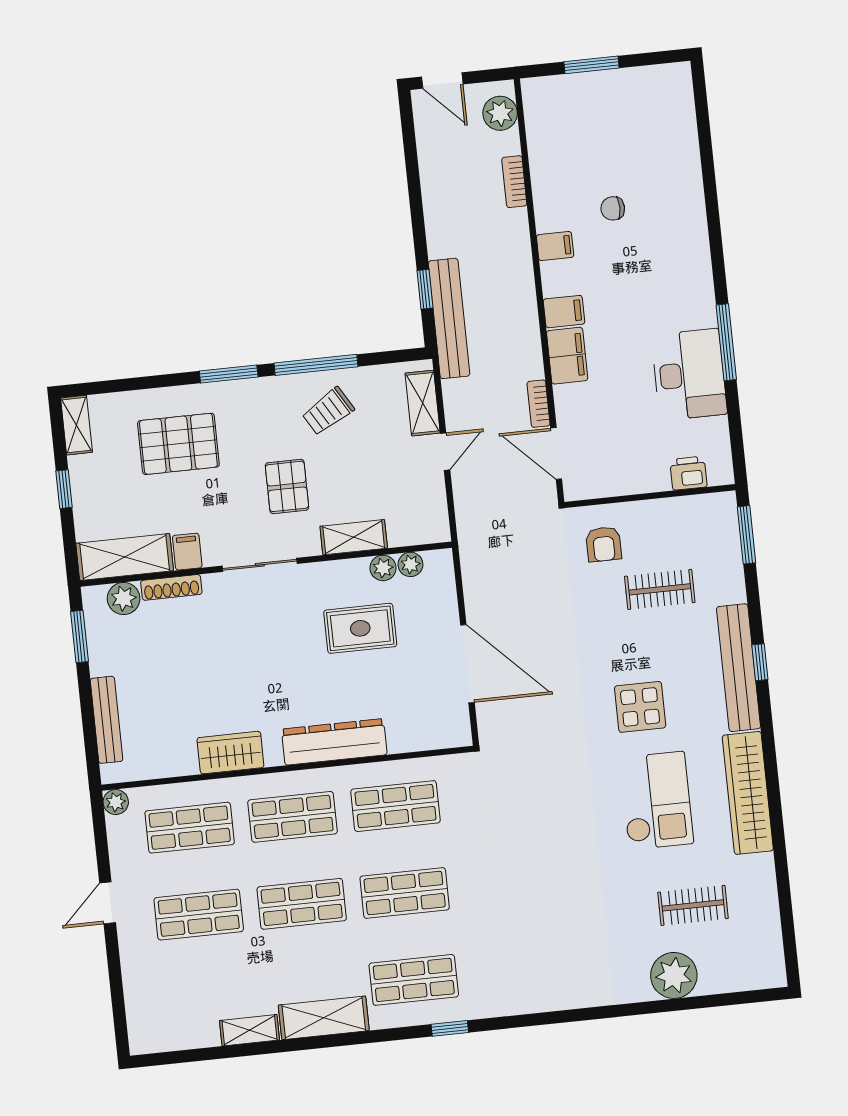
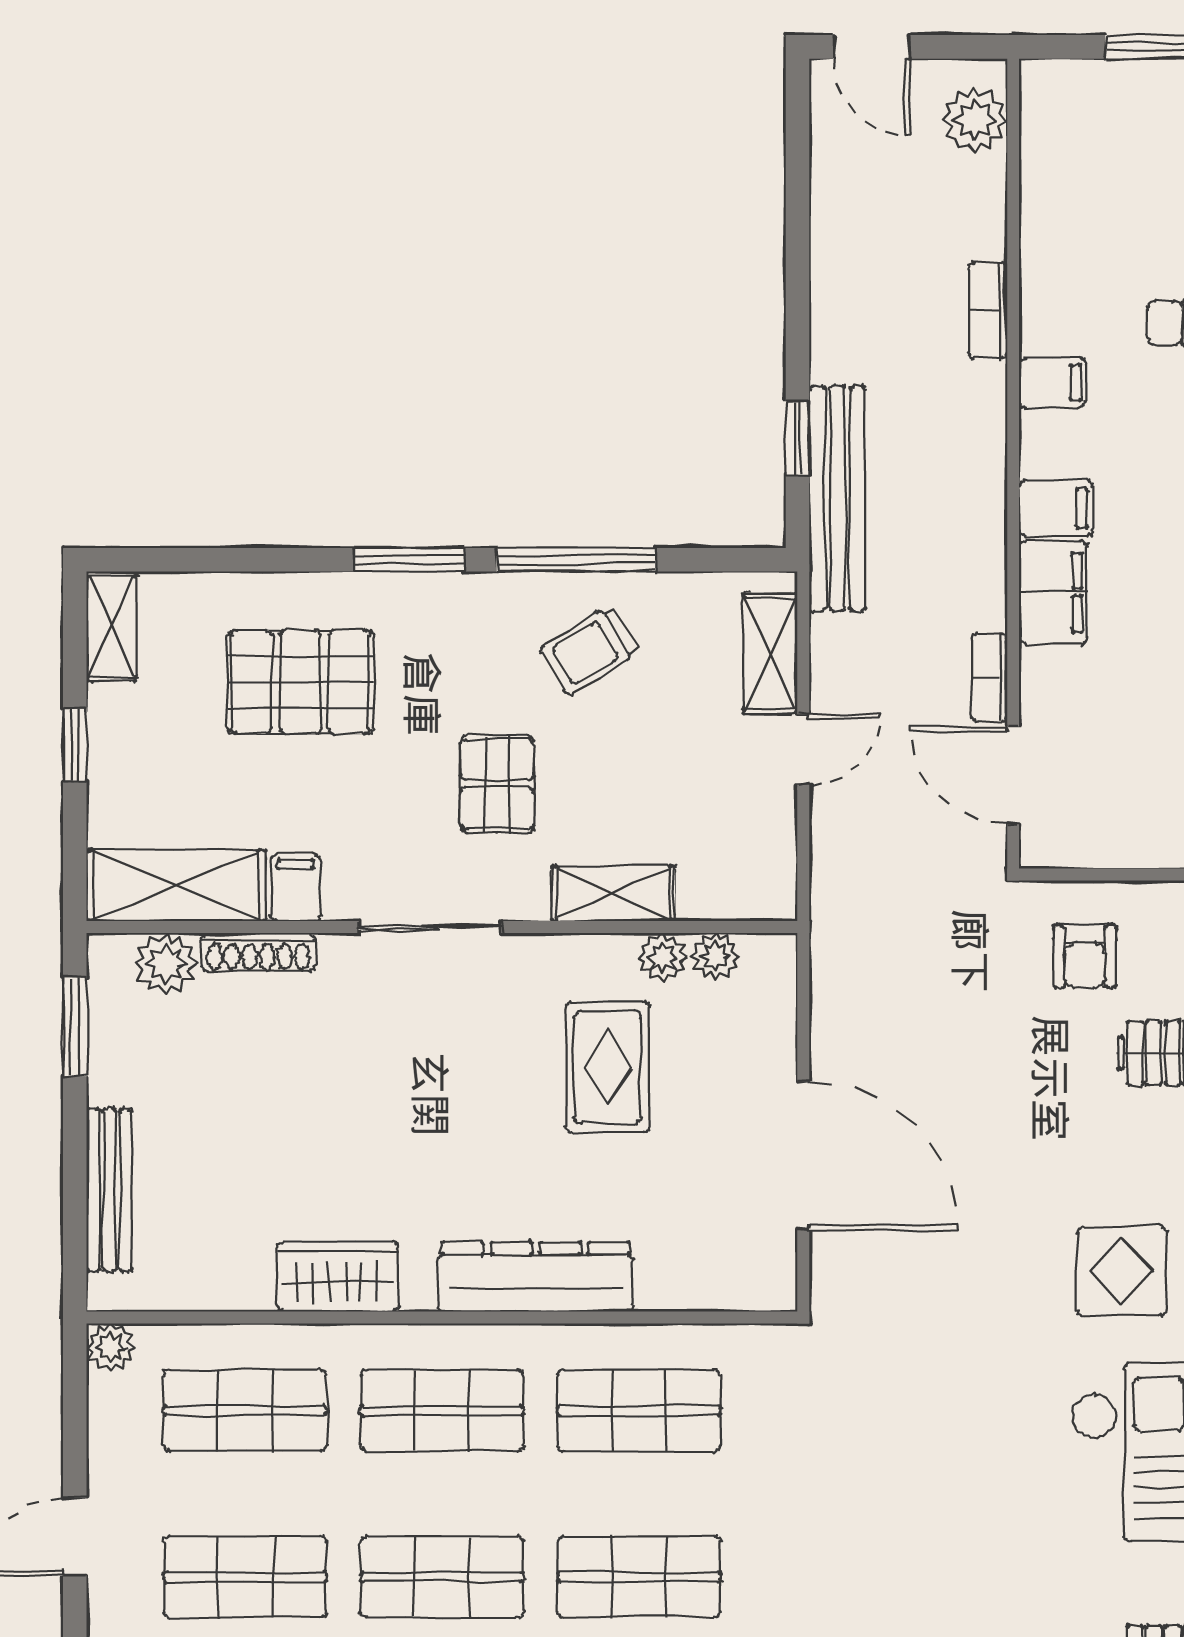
bookcase: (514, 182) -> (988, 311), moved
rug: (360, 628) -> (608, 1067), turned 90

